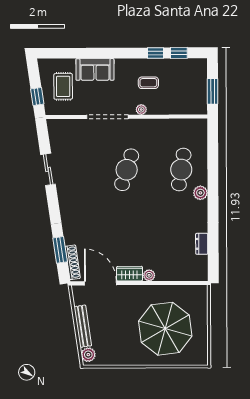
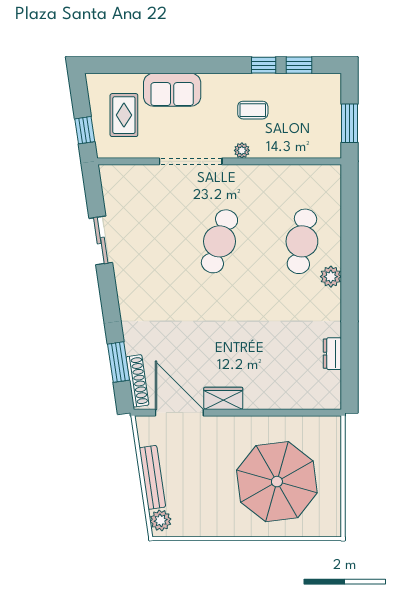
plant: (149, 275) -> (253, 401), removed

